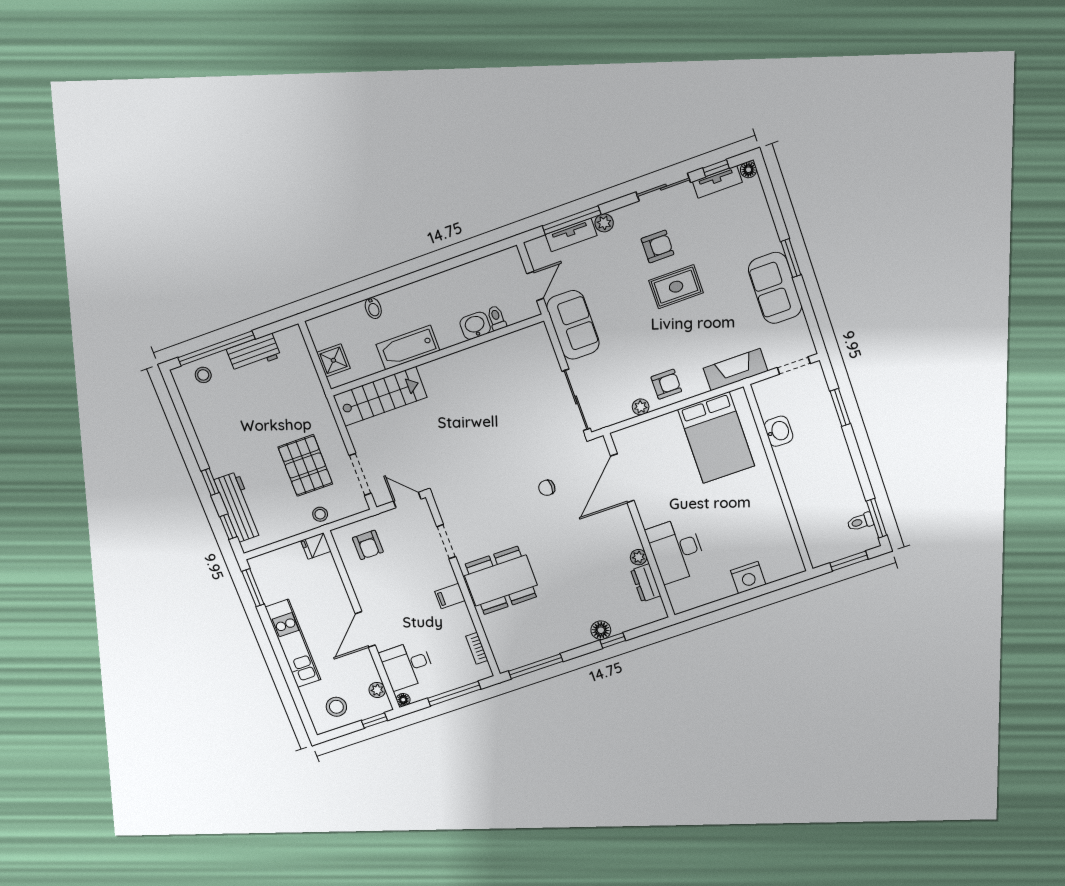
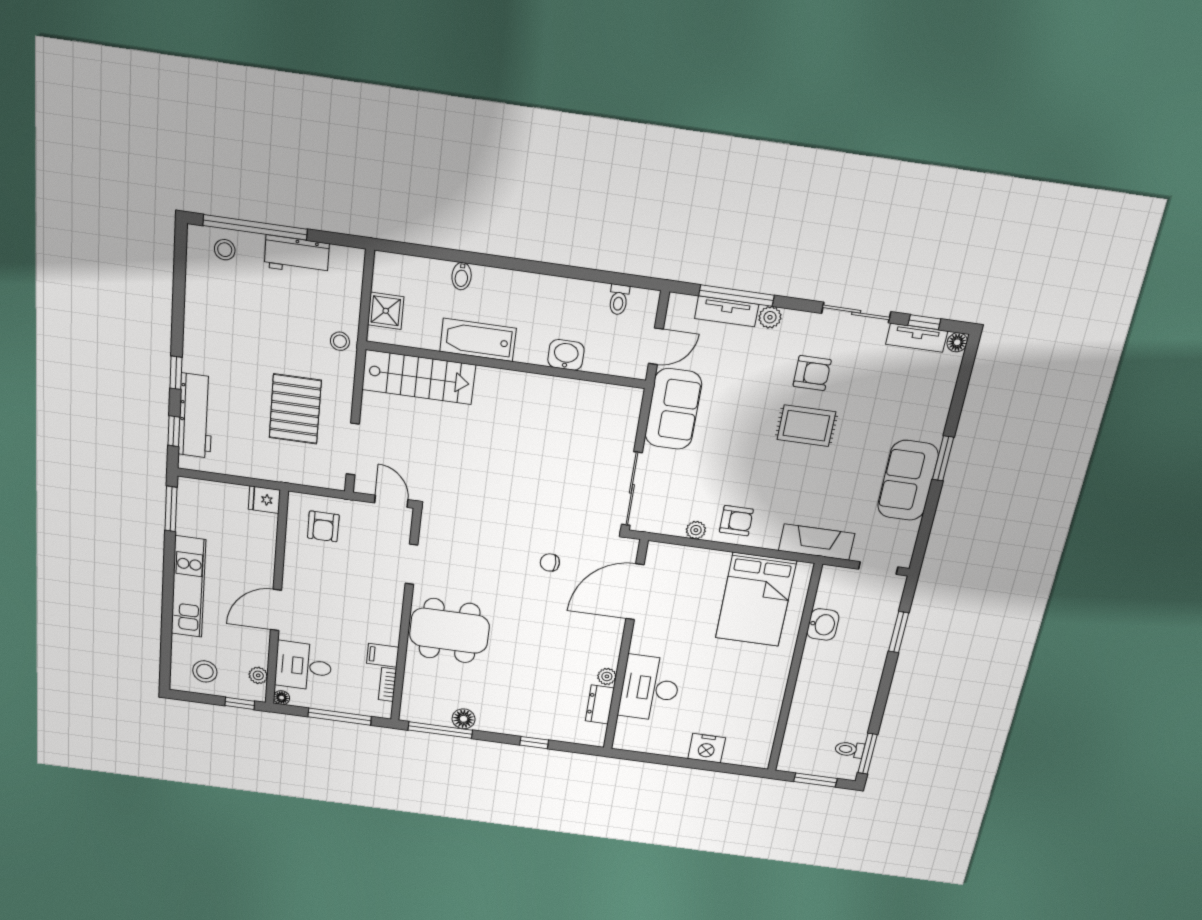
toilet: (497, 318) -> (619, 300), moved, turned 180
stool: (320, 514) -> (340, 341), moved
filing cabinet: (450, 596) -> (383, 655), moved
floor lamp: (601, 630) -> (464, 719), moved

